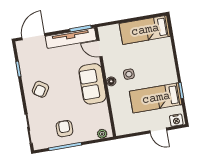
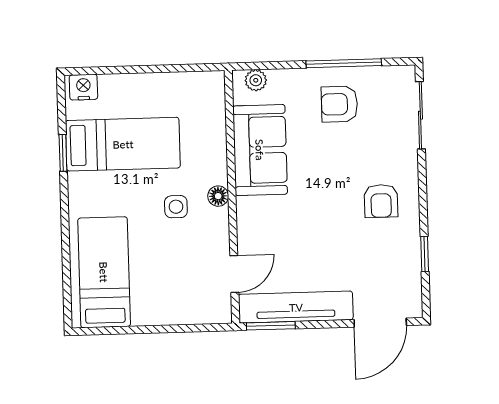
bed: (145, 30) -> (104, 272), moved, turned -90
door: (99, 49) -> (234, 274), hinge flipped
sofa: (92, 84) -> (260, 150), moved
armchair: (40, 89) -> (381, 201), turned 147
armchair: (64, 129) -> (339, 104), turned 90
door: (158, 130) -> (128, 70), removed

